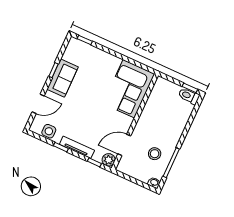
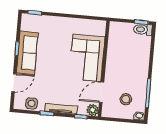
sofa: (63, 78) -> (27, 53), width x1.36
corner sofa: (129, 89) -> (87, 58), moved
stool: (155, 154) -> (126, 99), moved

